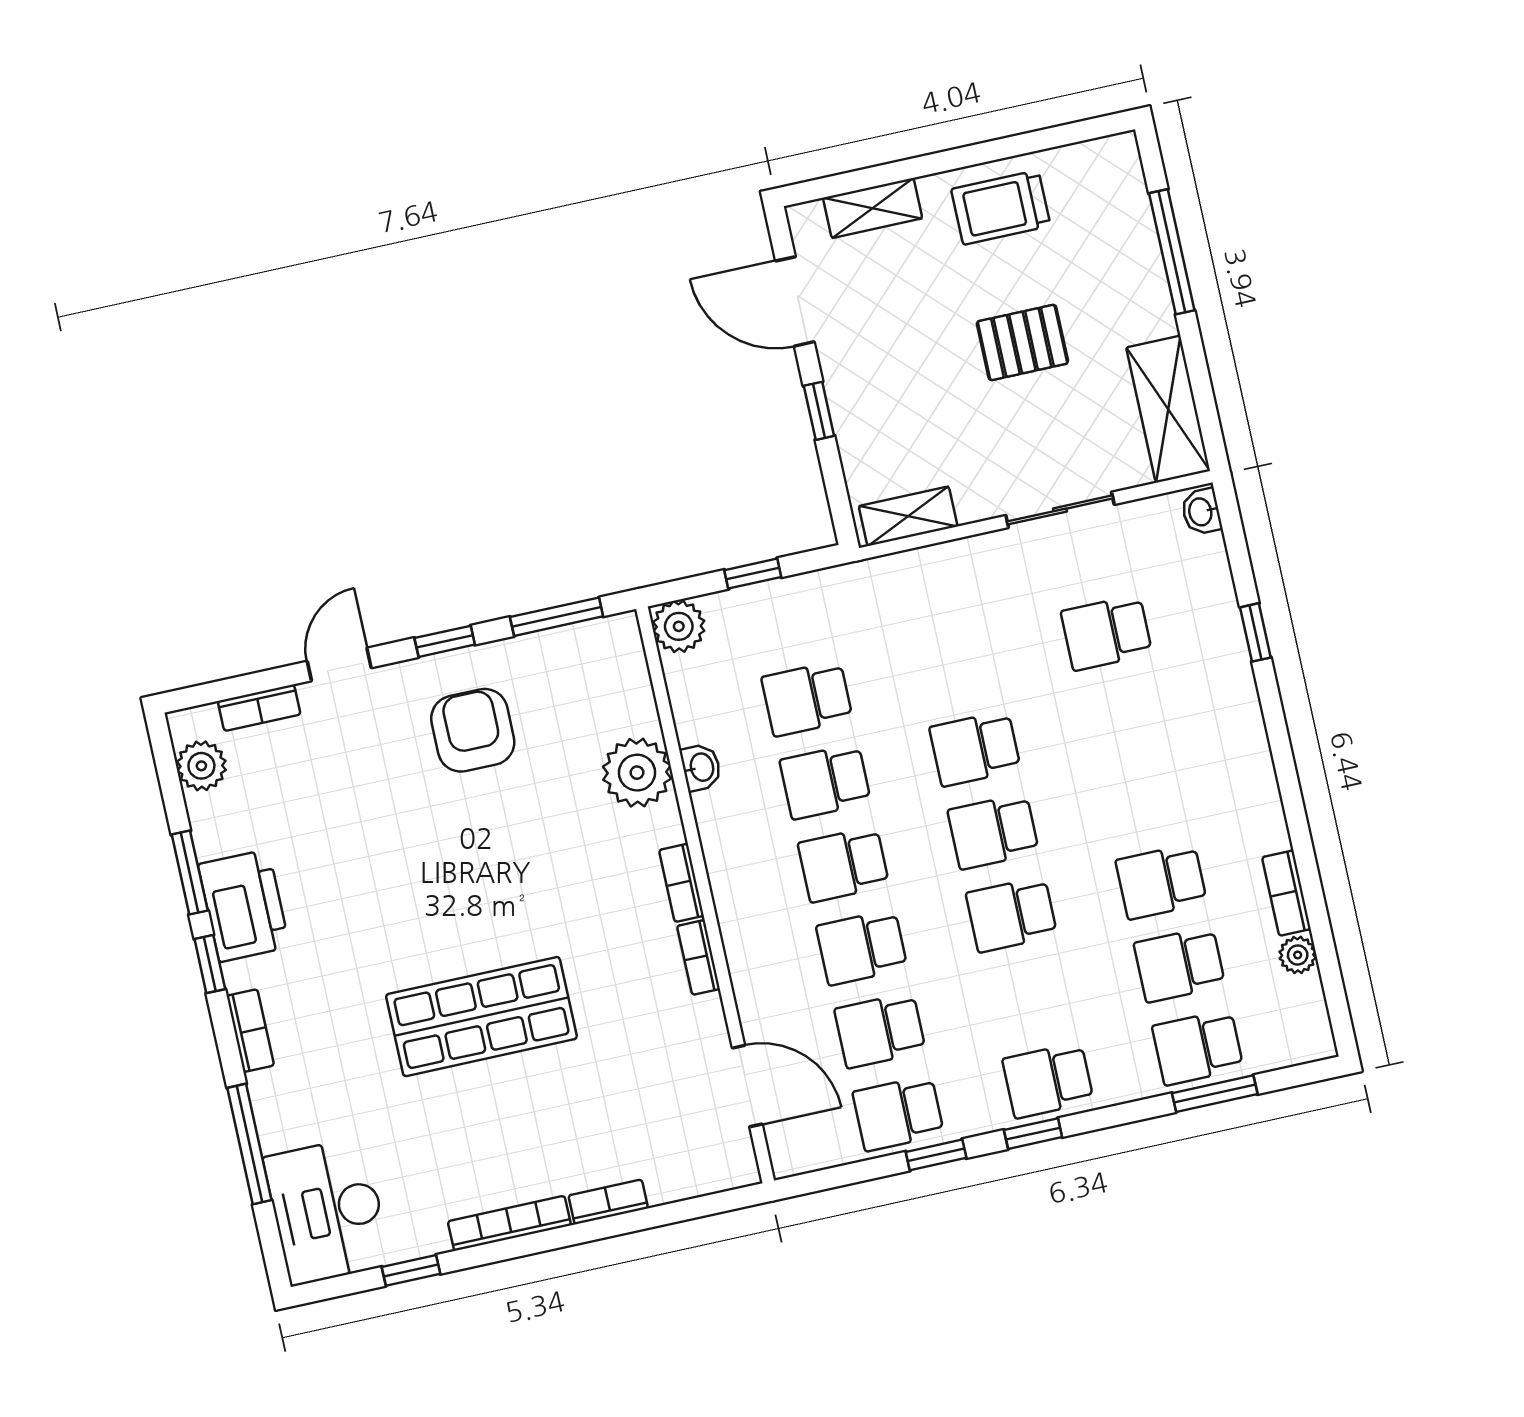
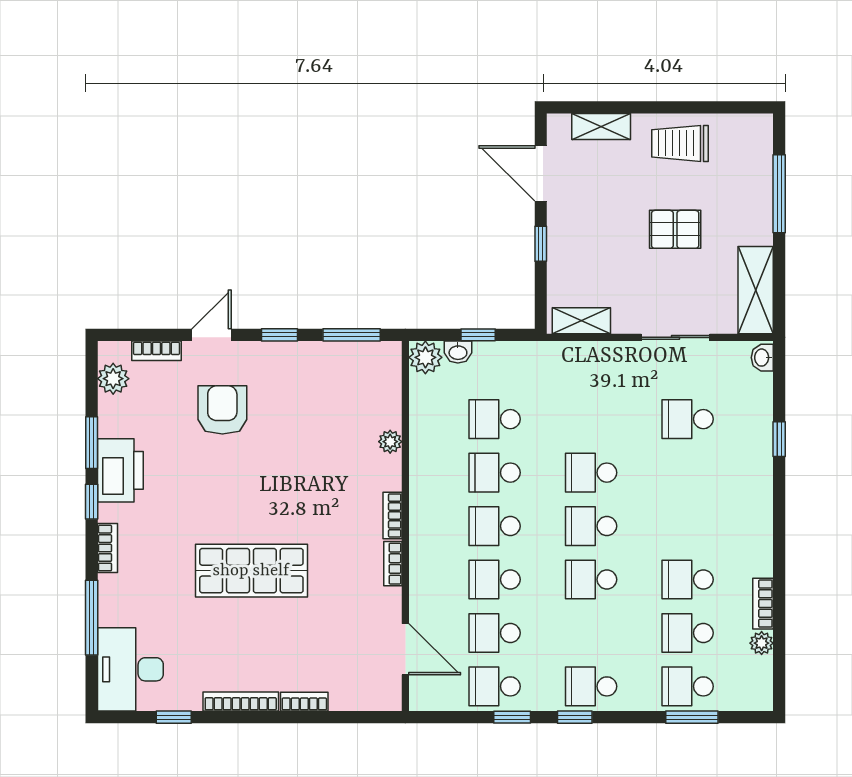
armchair: (473, 730) -> (222, 410), moved
washbasin: (701, 767) -> (458, 352), moved, turned 90
plant: (637, 773) -> (390, 442), width x0.53, depth x0.53

